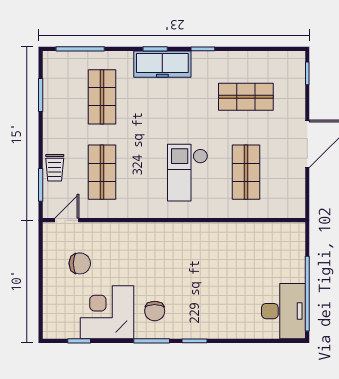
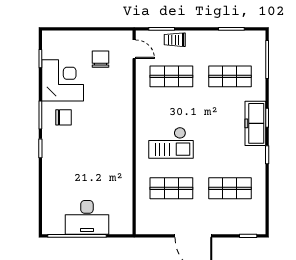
shop shelf: (246, 97) -> (230, 188), turned 90
checkout: (188, 173) -> (171, 143), turned 180
chair: (80, 263) -> (101, 59), turned 180
chair: (155, 311) -> (64, 117), turned 180
desk: (283, 311) -> (87, 217), moved

